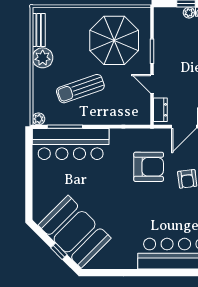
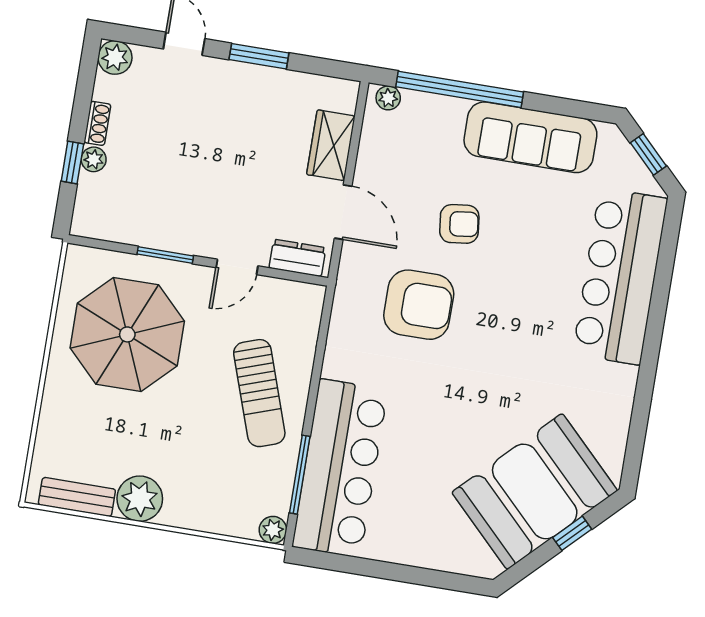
sun lounger: (80, 89) -> (259, 393), moved
armchair: (149, 167) -> (419, 305), turned 90

